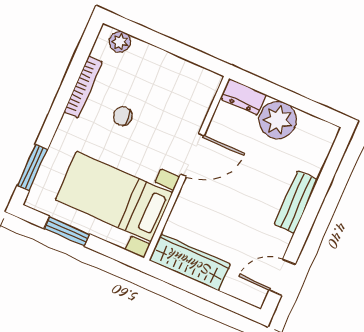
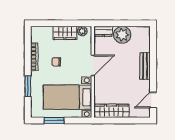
plant: (120, 42) -> (82, 31), moved
wardrobe: (165, 66) -> (65, 33), added
window: (32, 167) -> (28, 86), moved

